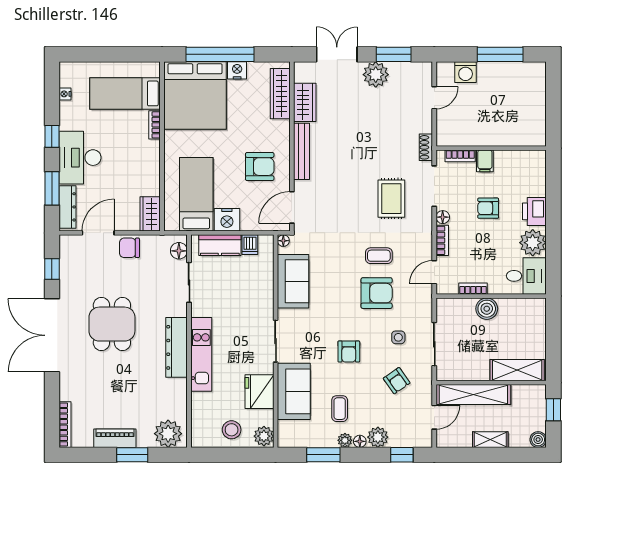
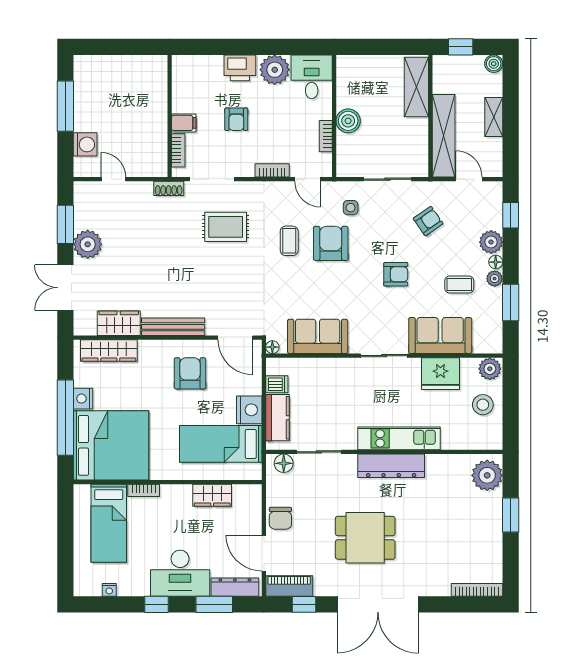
wardrobe: (150, 214) -> (212, 495), moved
floor lamp: (443, 217) -> (246, 170), removed
side table: (398, 337) -> (351, 208), moved
piano: (115, 438) -> (289, 586), moved, turned 90

